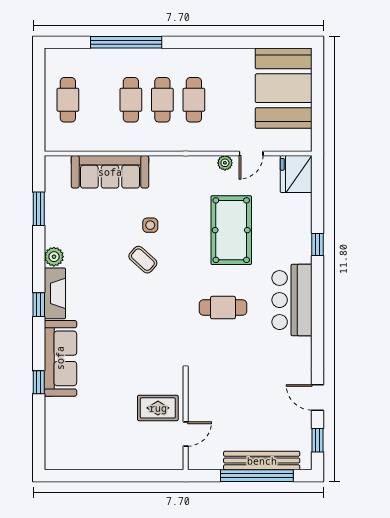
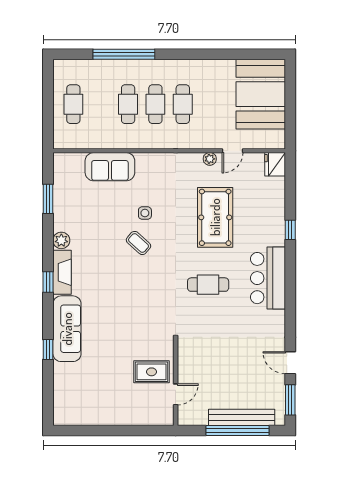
sofa: (110, 172) -> (110, 167), width x0.73
fridge: (296, 174) -> (275, 164), width x0.73, depth x0.75
window: (318, 440) -> (290, 400), width x1.50

